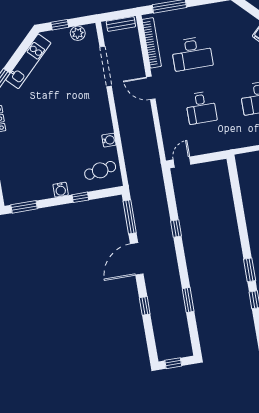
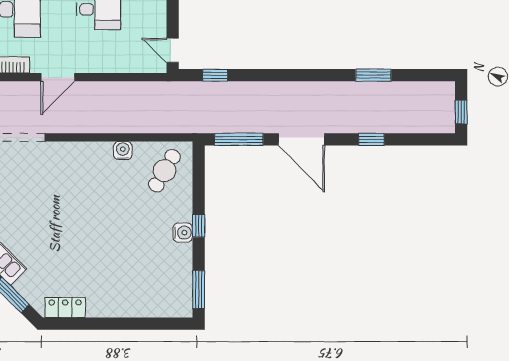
cafe table: (100, 170) -> (164, 171), turned 40
window: (80, 197) -> (199, 226), moved
window: (176, 229) -> (215, 75), moved

